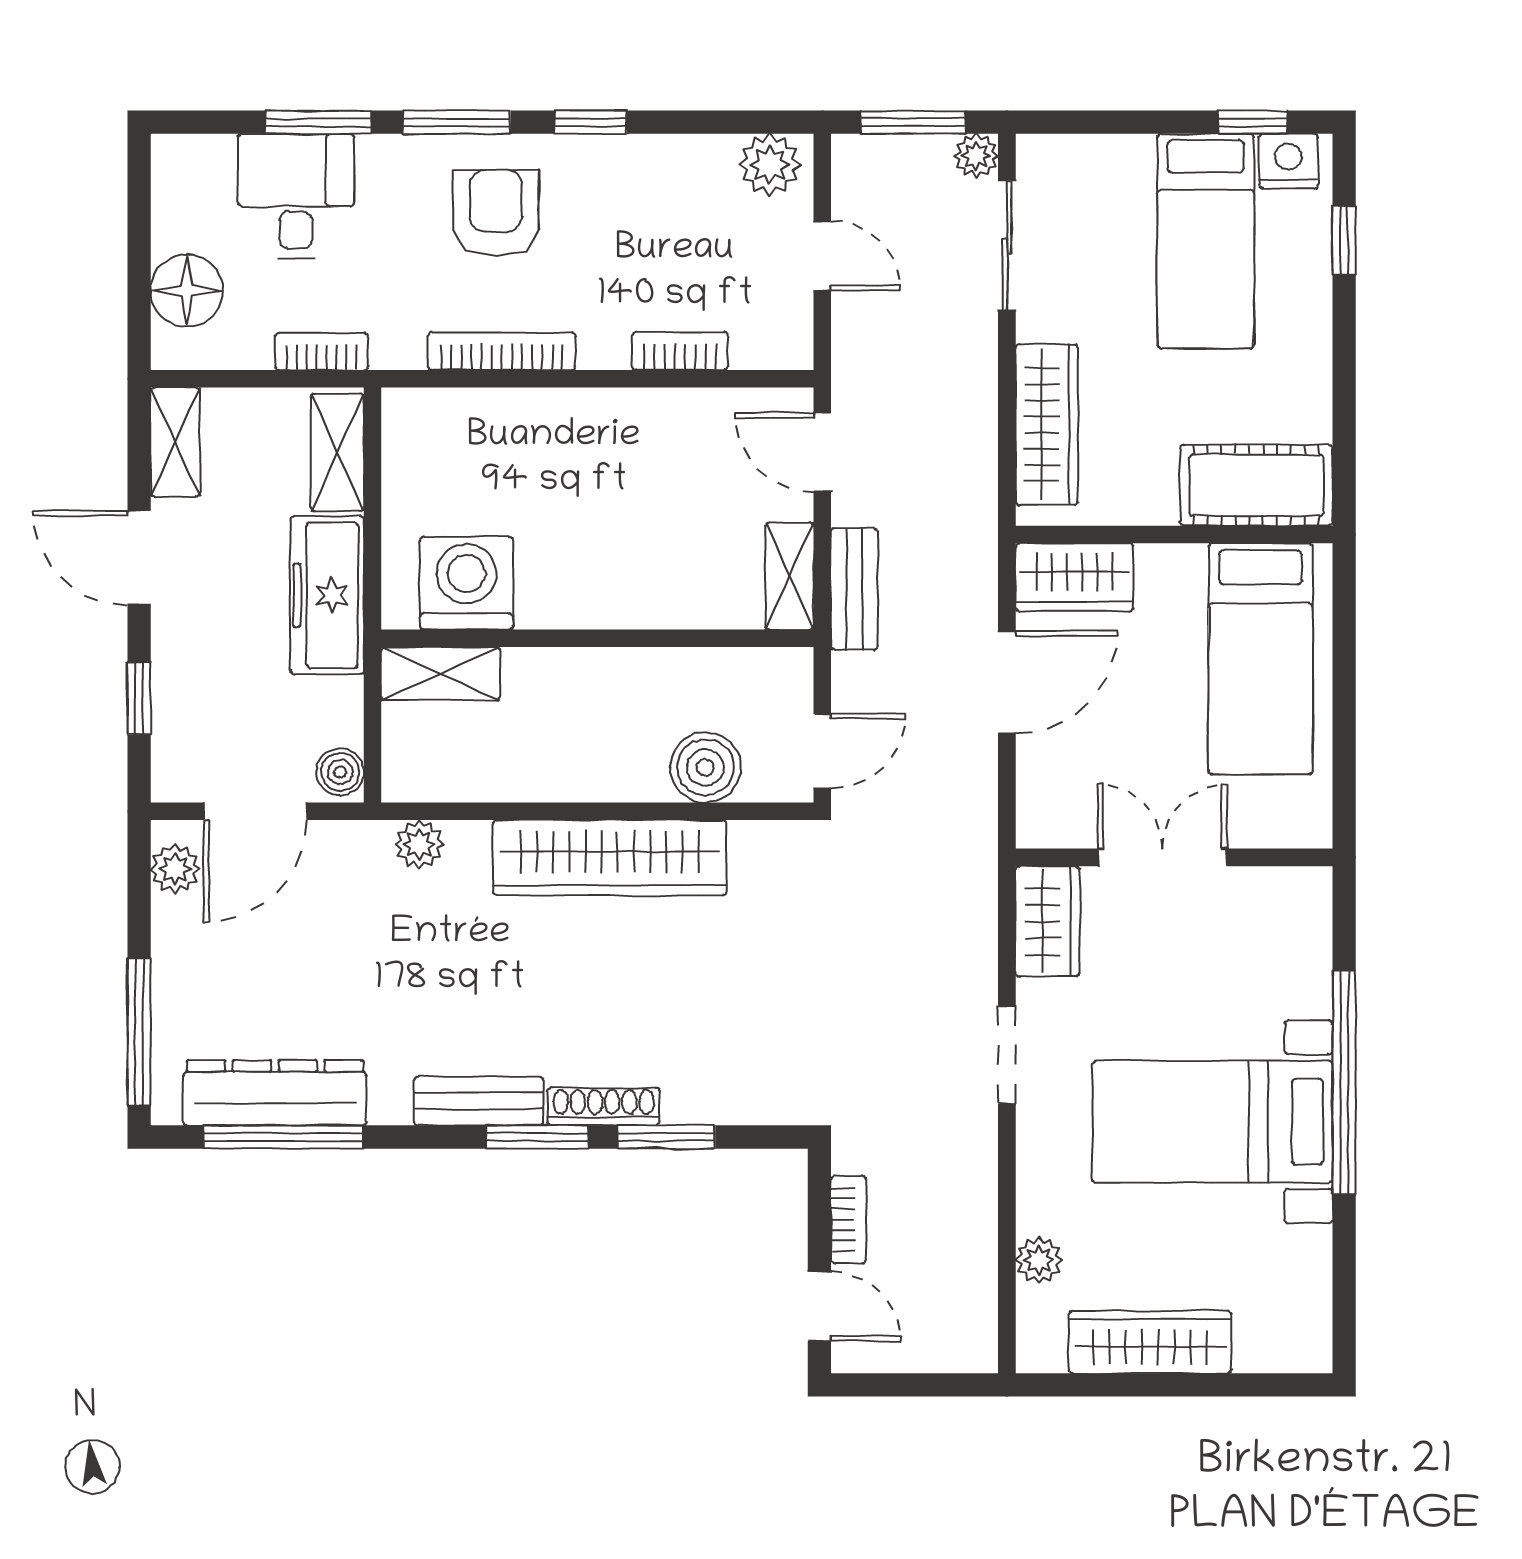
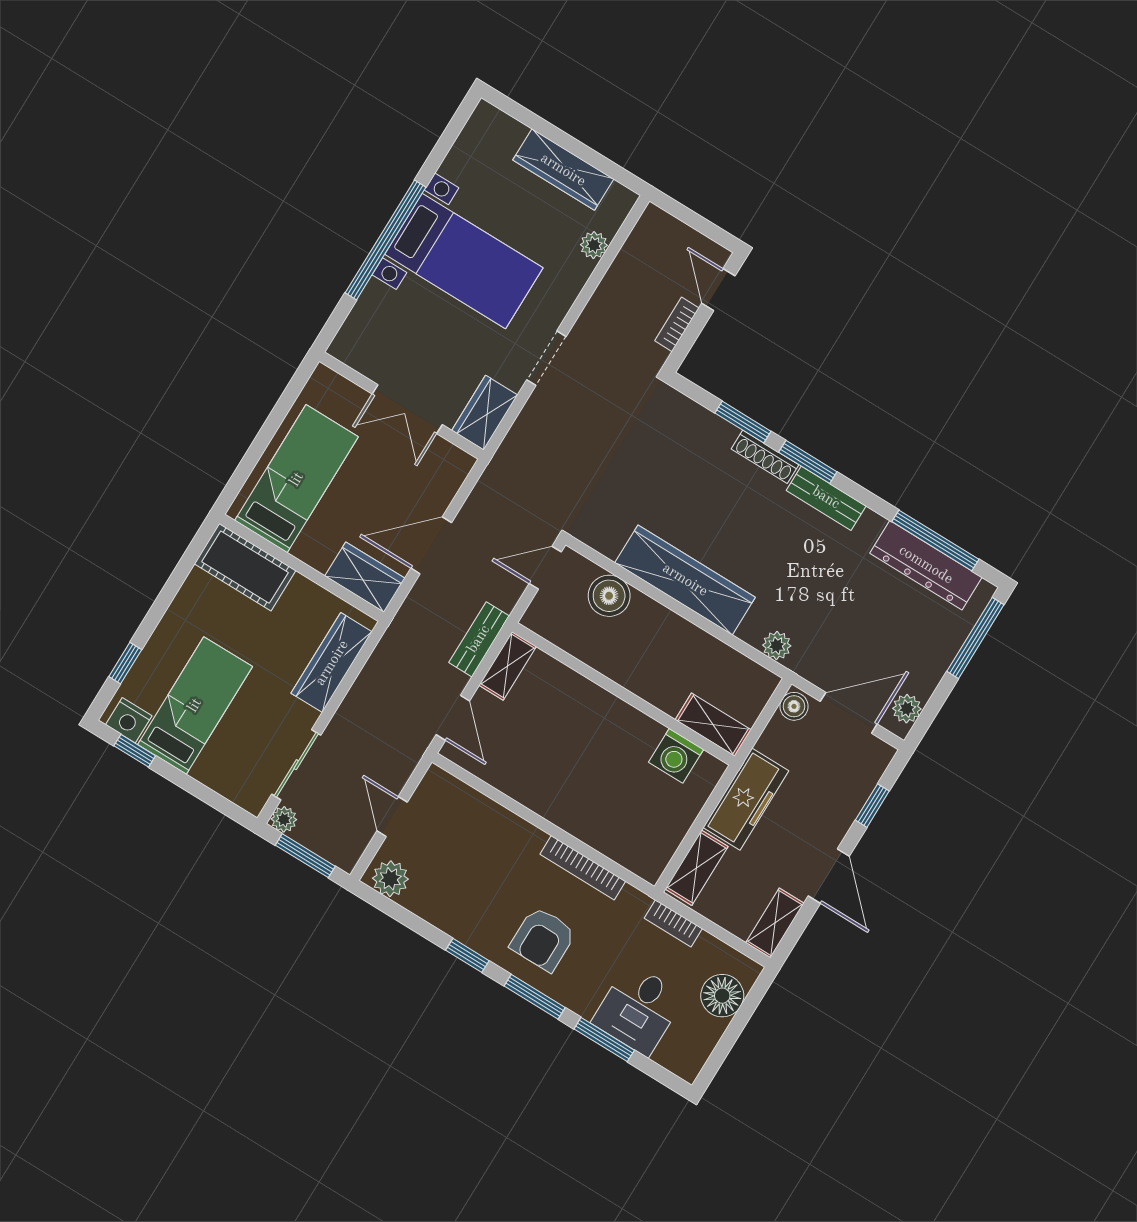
bookcase: (680, 351) -> (493, 813), removed
washing machine: (466, 583) -> (676, 756), width x0.73, depth x0.73

